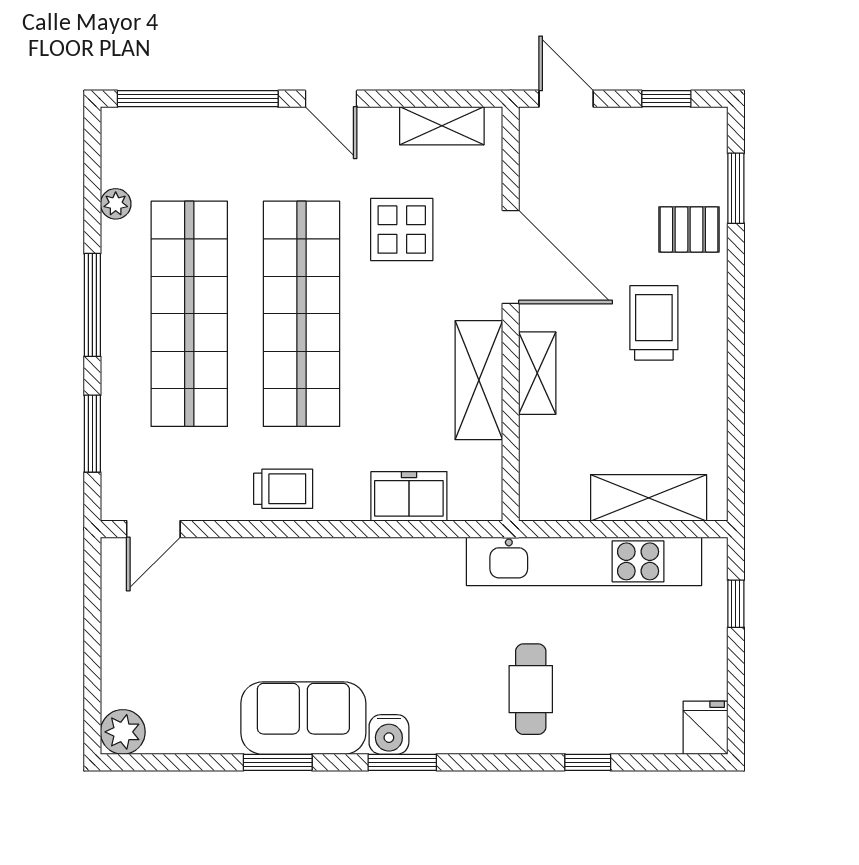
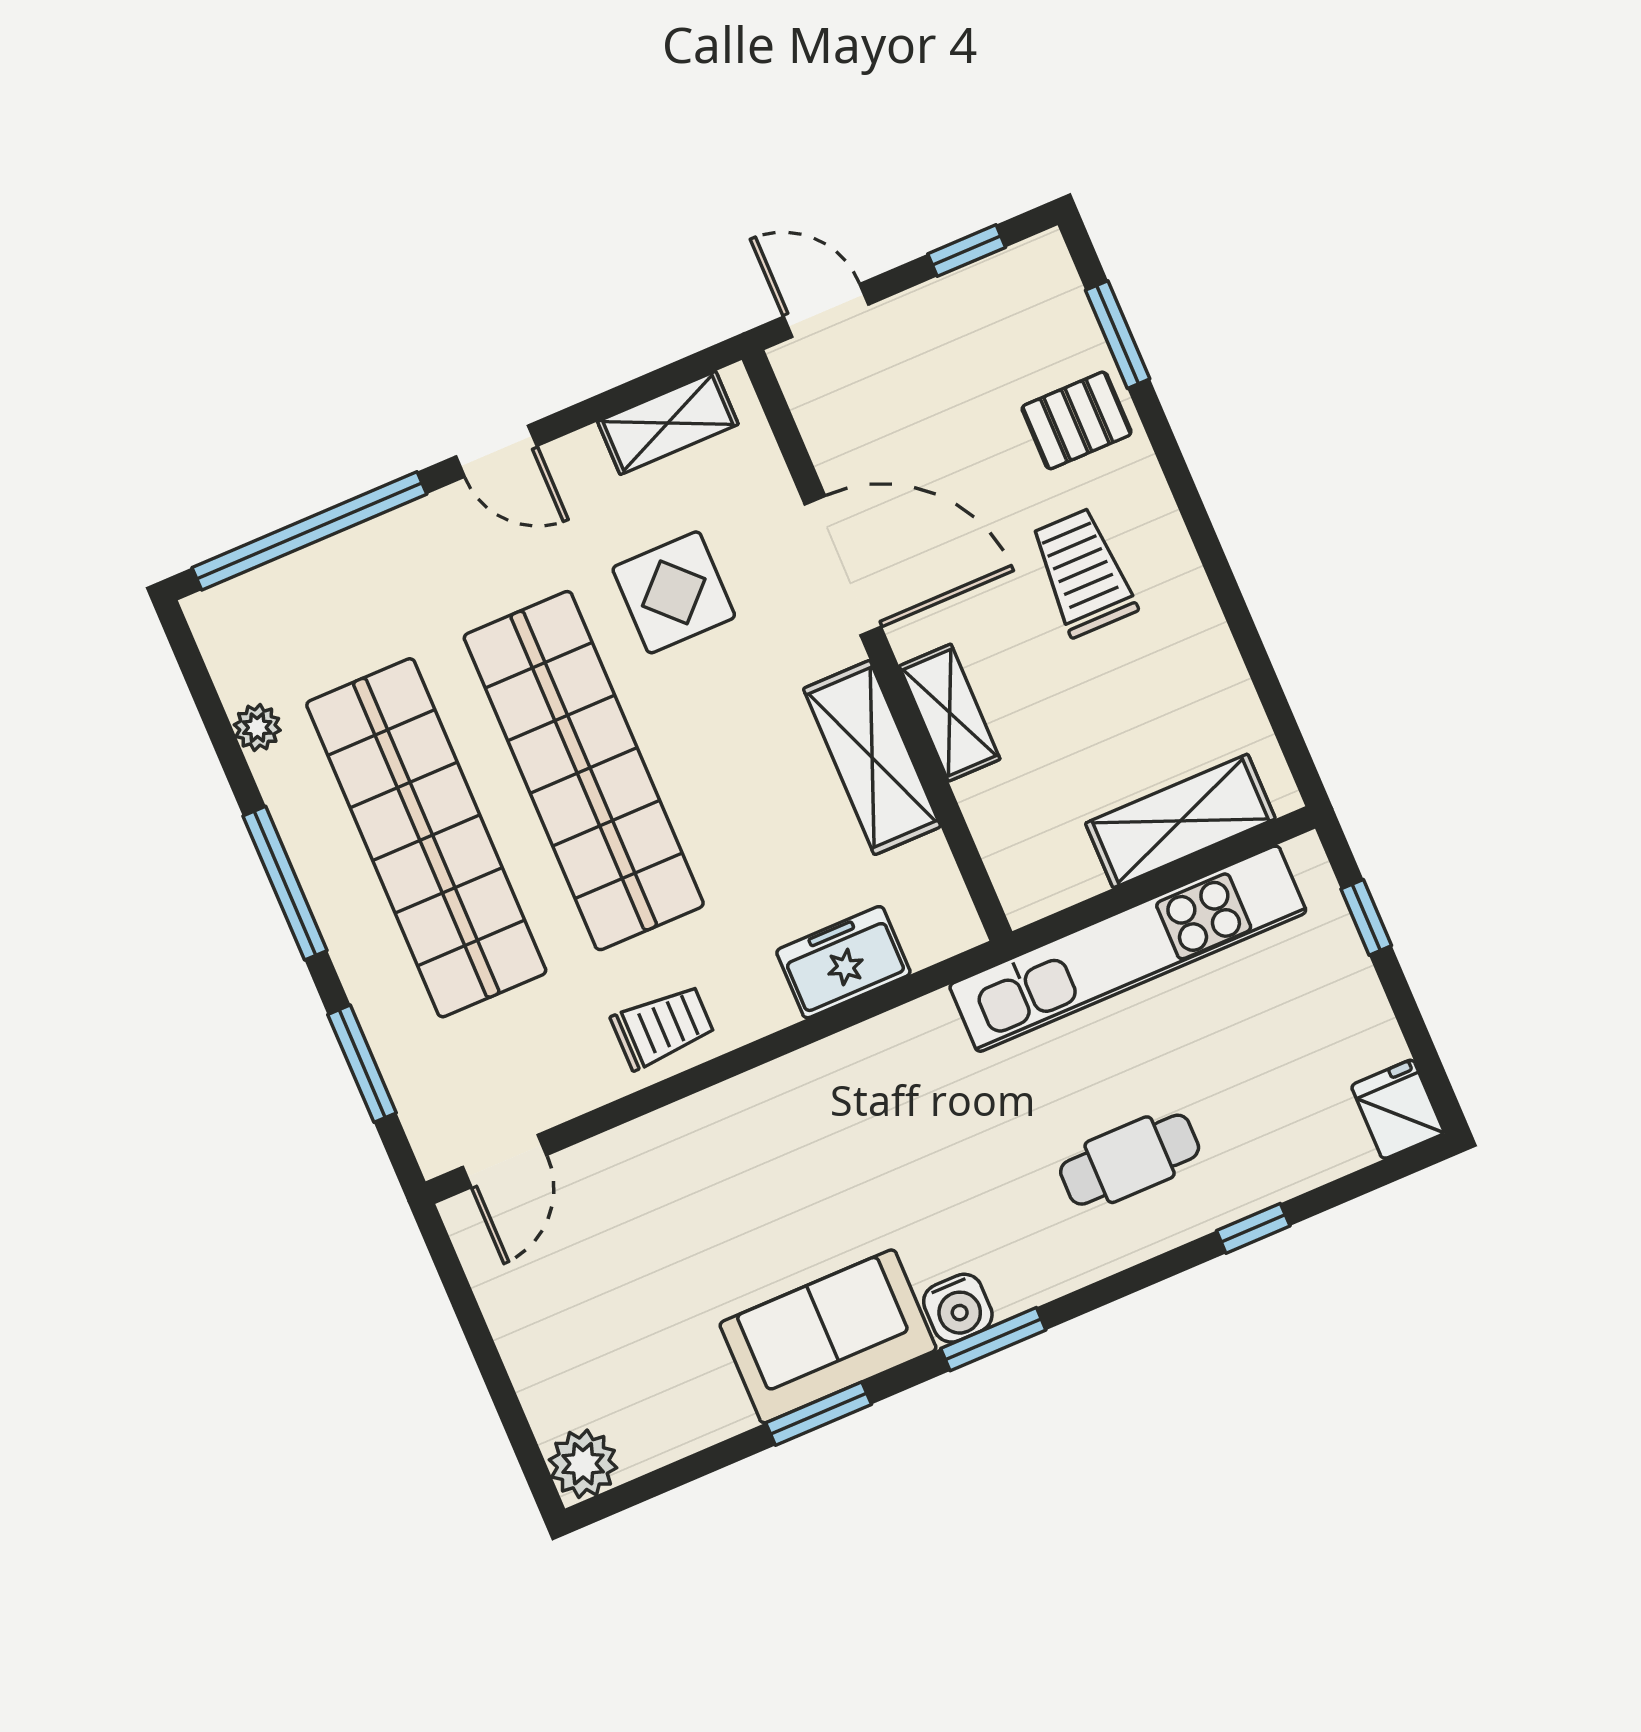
cafe table: (531, 689) -> (1130, 1160), turned 90

